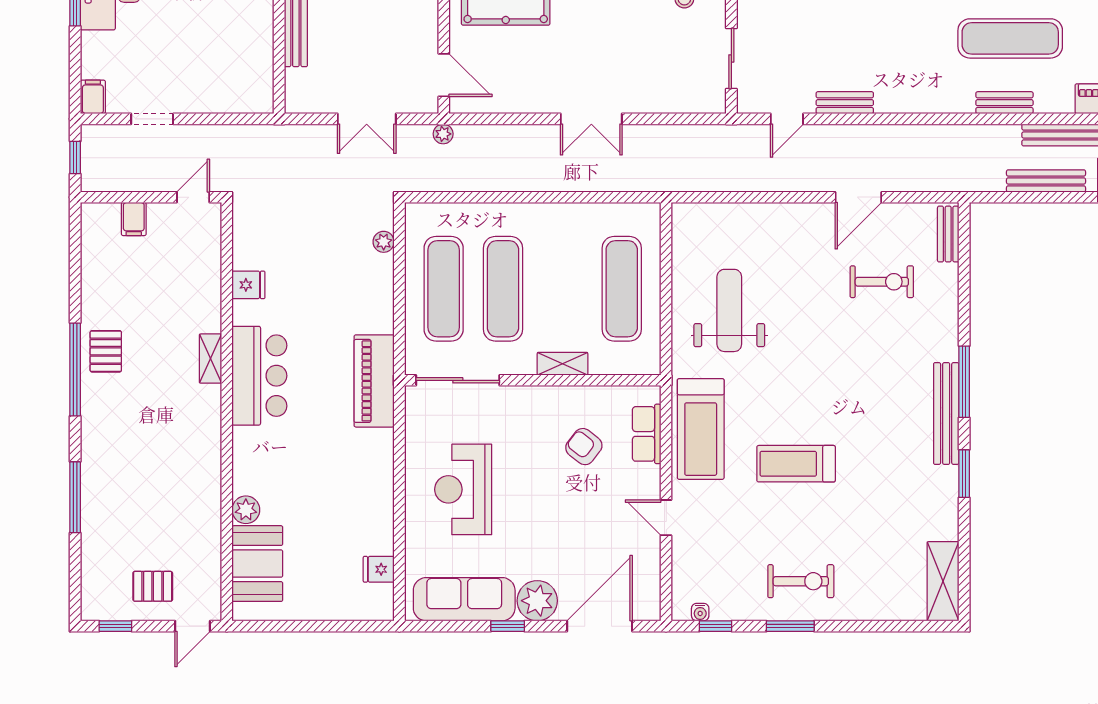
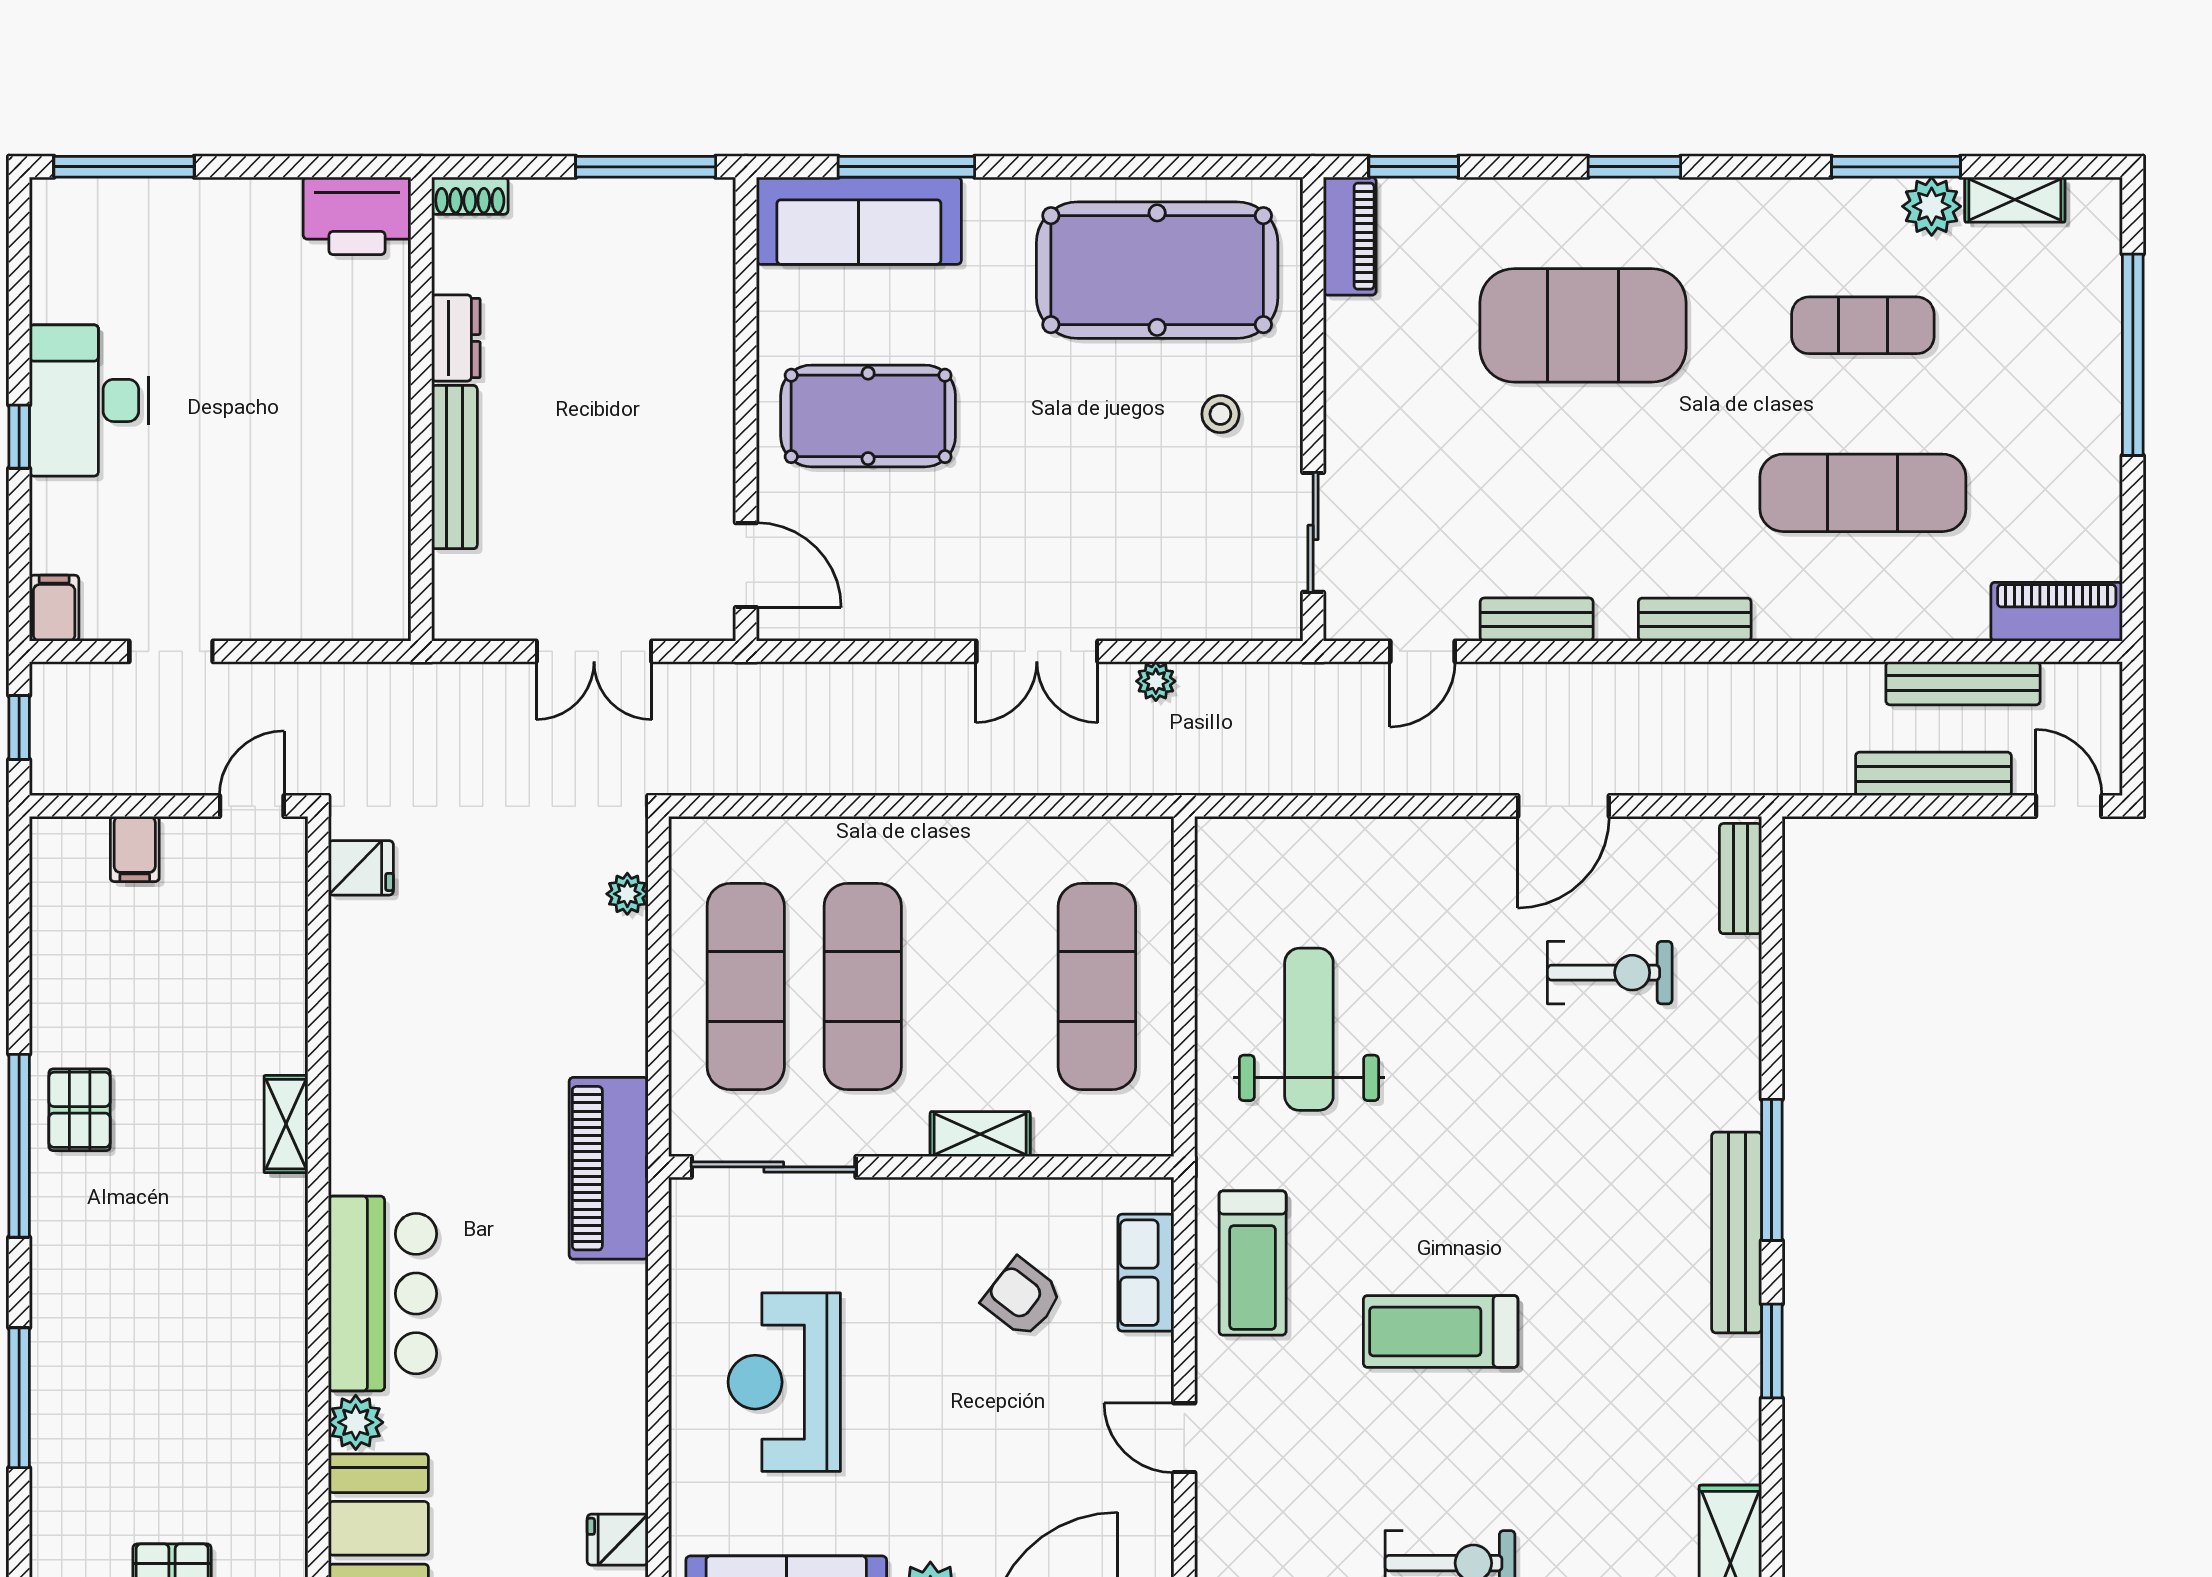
bench: (1004, 103) -> (1695, 620), moved
plant: (443, 134) -> (1156, 681), moved
fridge: (248, 285) -> (361, 868), moved
bar counter: (259, 376) -> (383, 1294), moved
treadmill: (701, 429) -> (1253, 1263), width x0.73, depth x0.73

